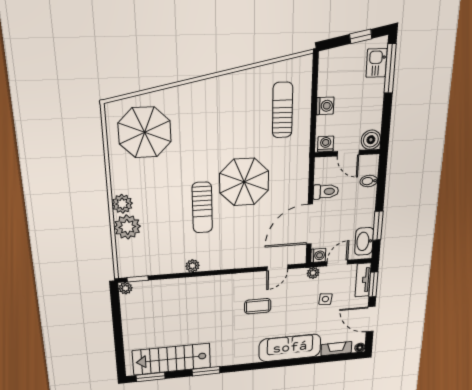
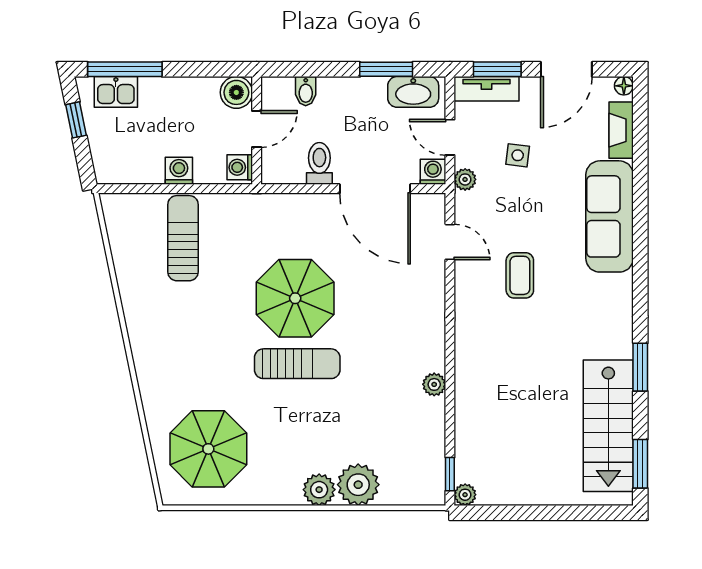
sun lounger: (283, 110) -> (183, 238), turned 90
sun lounger: (202, 208) -> (297, 364), moved

